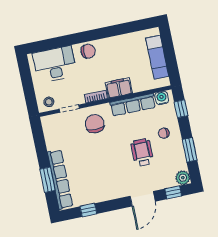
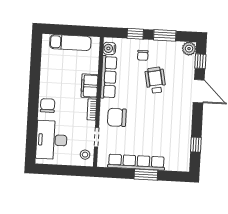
window: (181, 109) -> (135, 34), moved
wheelchair: (142, 152) -> (155, 80), turned 79
row of seats: (60, 179) -> (136, 162), moved
window: (48, 180) -> (146, 175), moved

